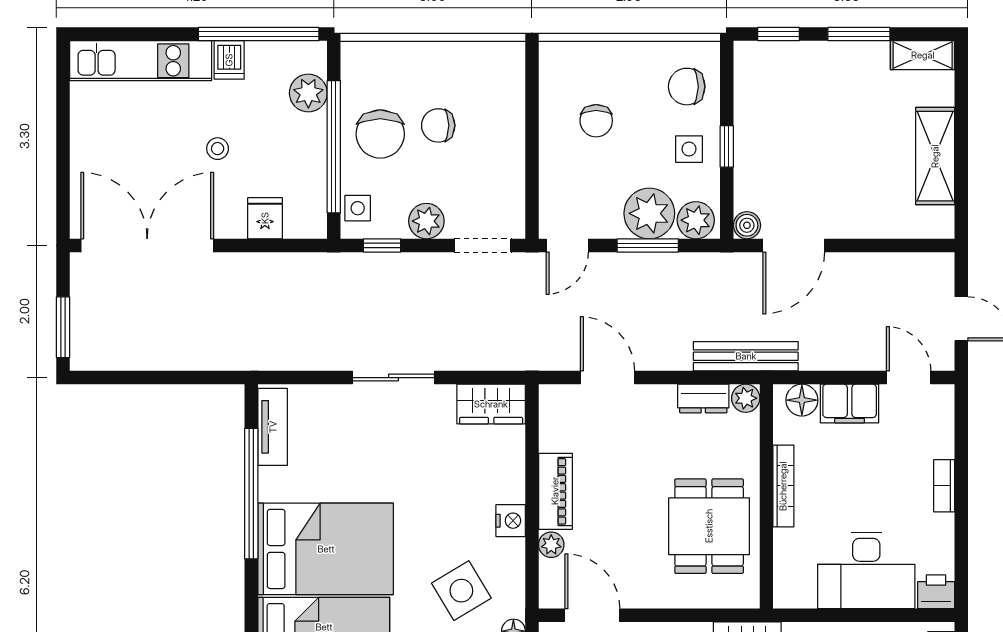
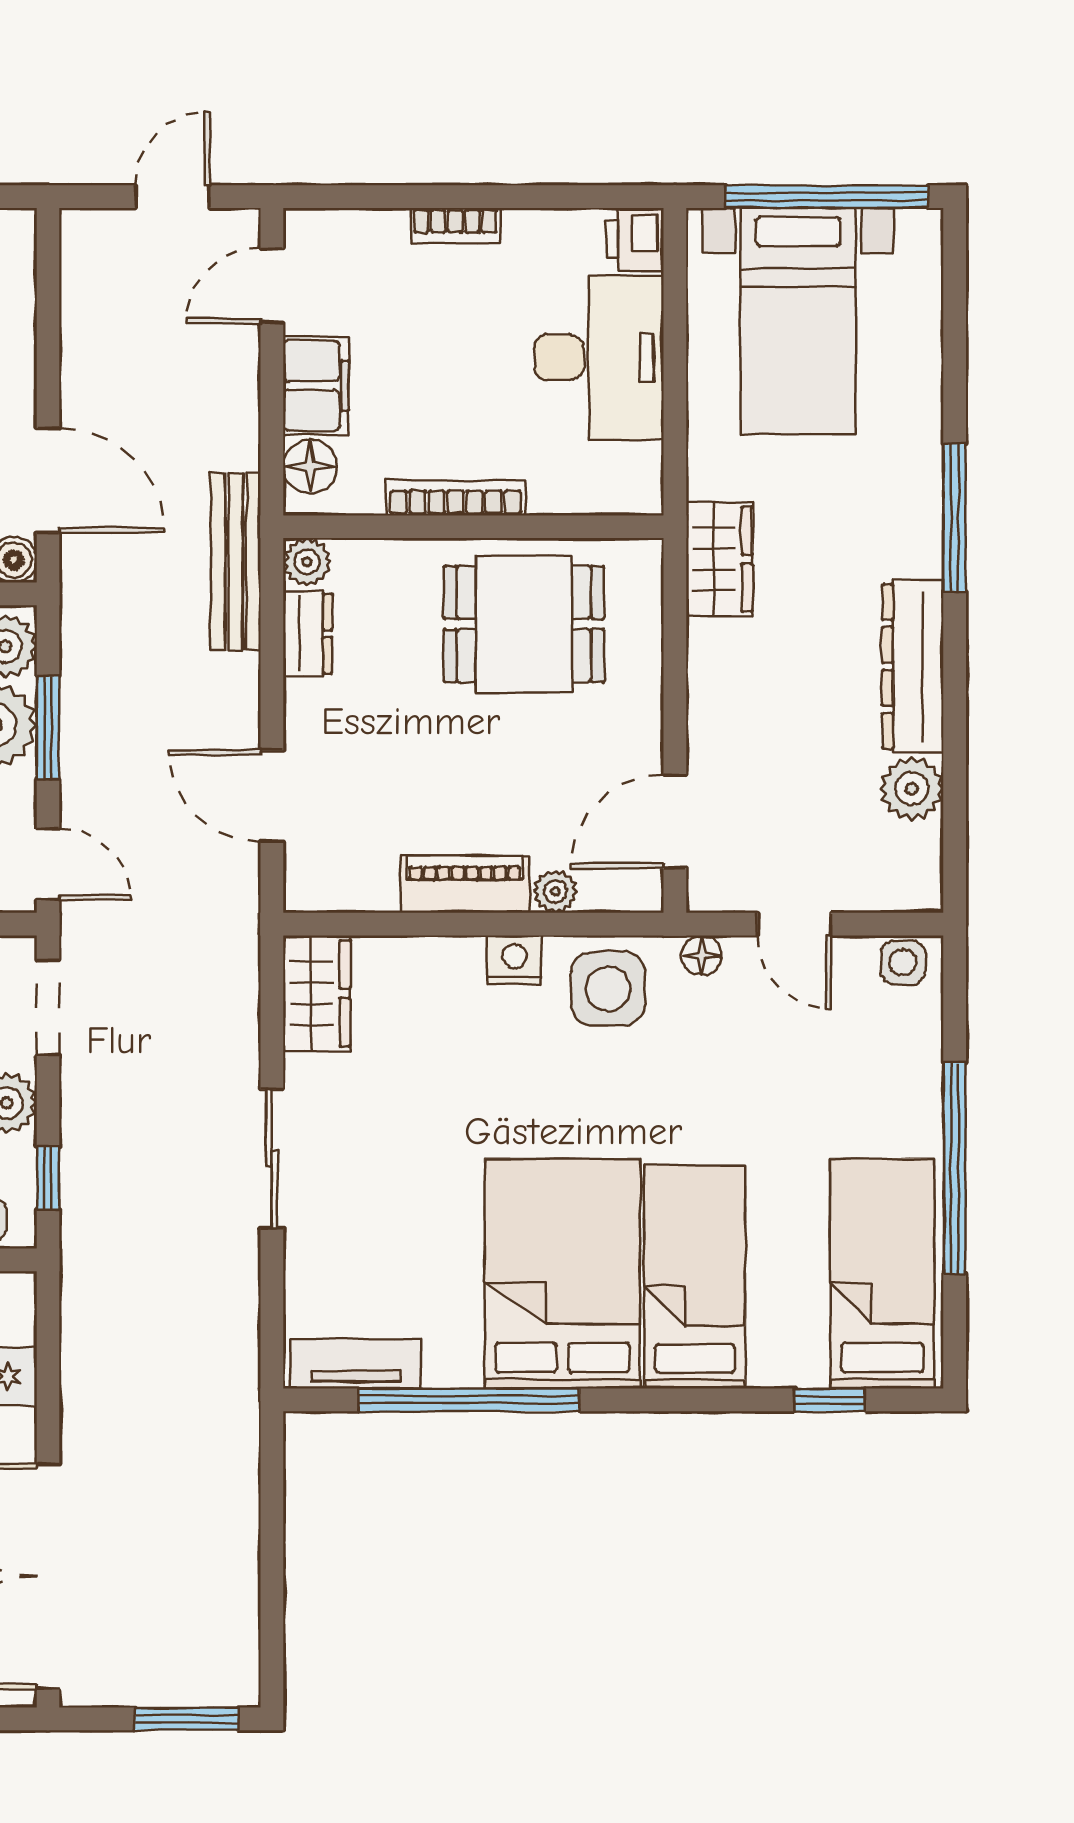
door: (607, 378) -> (272, 796), hinge flipped
side table: (461, 591) -> (608, 989), moved, turned 31

